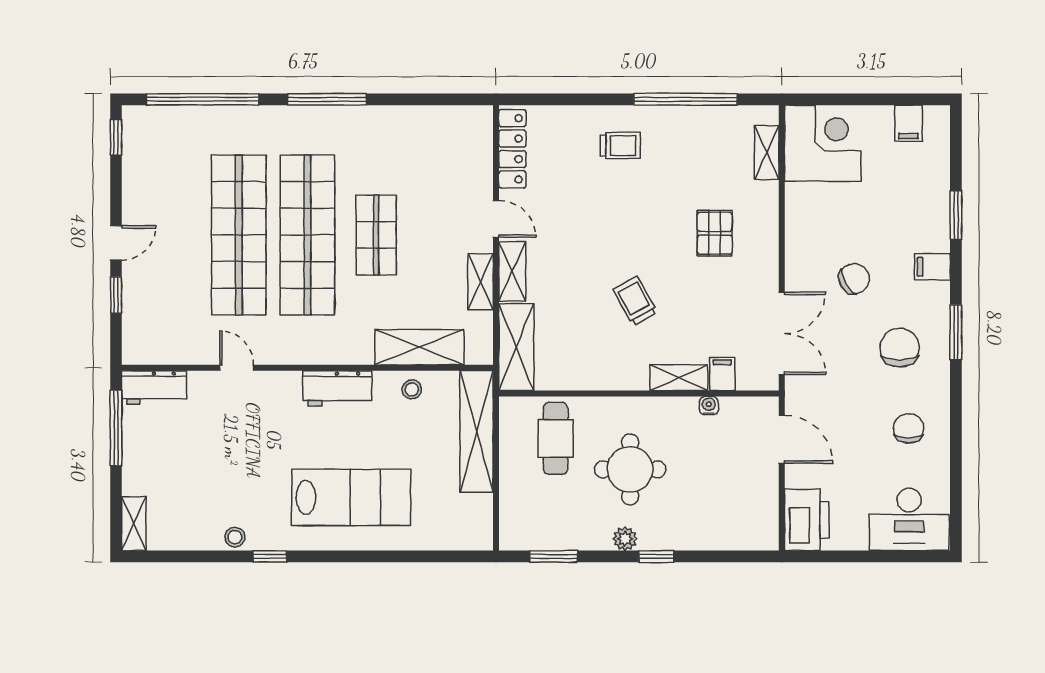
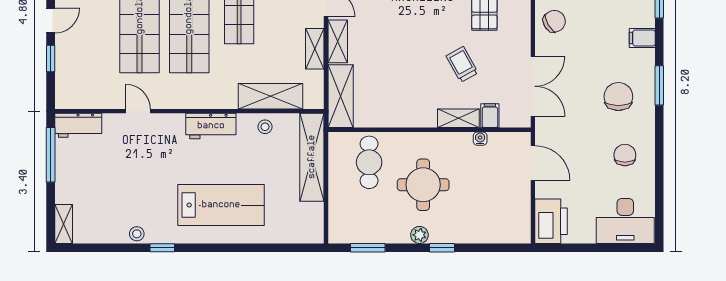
chair: (854, 279) -> (554, 21), moved
trolley: (635, 301) -> (462, 64), moved

